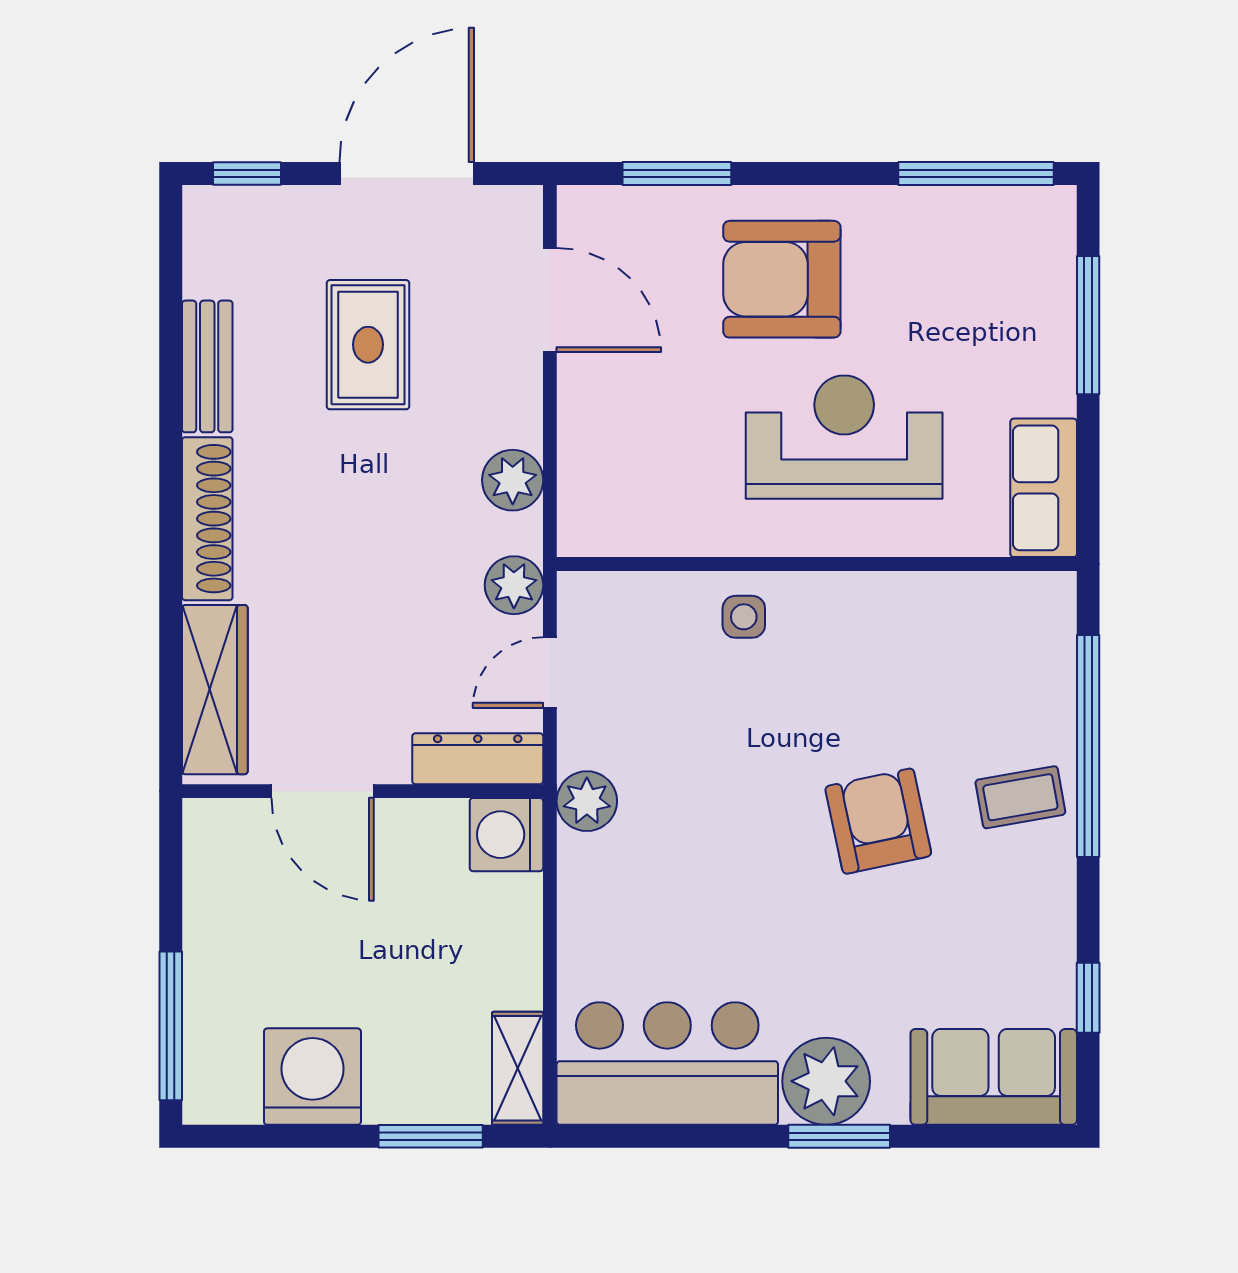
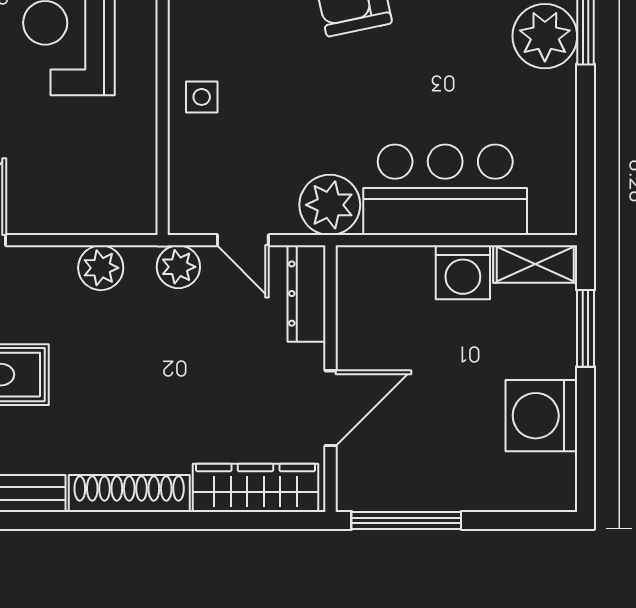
plant: (587, 801) -> (330, 205), width x1.36, depth x1.36
washing machine: (506, 835) -> (463, 272), moved
window: (171, 1026) -> (406, 520), moved
bar counter: (667, 1064) -> (445, 190), moved, turned 90

